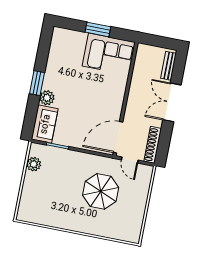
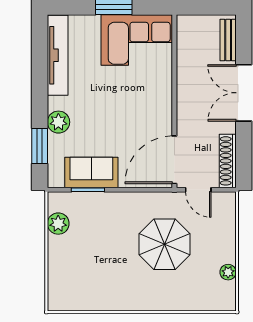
tv unit: (55, 54) -> (58, 55), added
window: (37, 83) -> (40, 146), moved
sofa: (45, 124) -> (91, 172), moved, turned -90
plant: (139, 218) -> (228, 272), added

